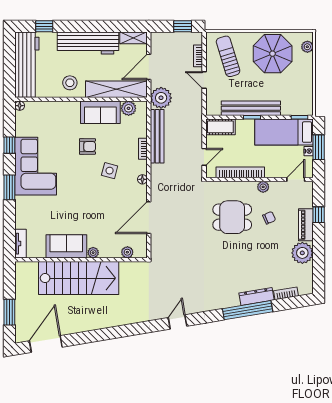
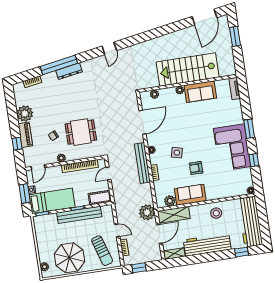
shelving: (116, 89) -> (174, 215), width x0.68
bench: (157, 136) -> (142, 163), moved
dresser: (257, 296) -> (69, 71), moved

